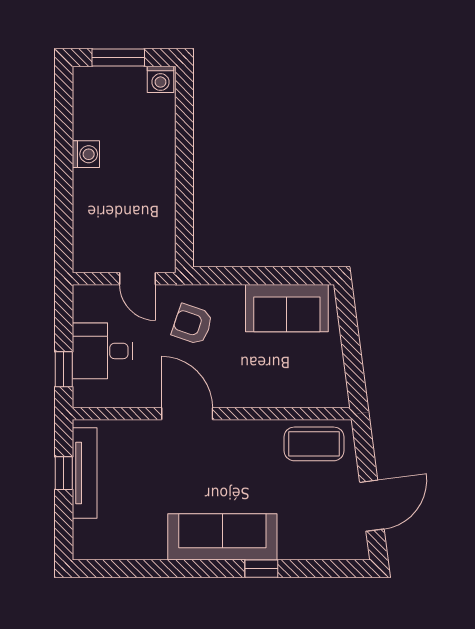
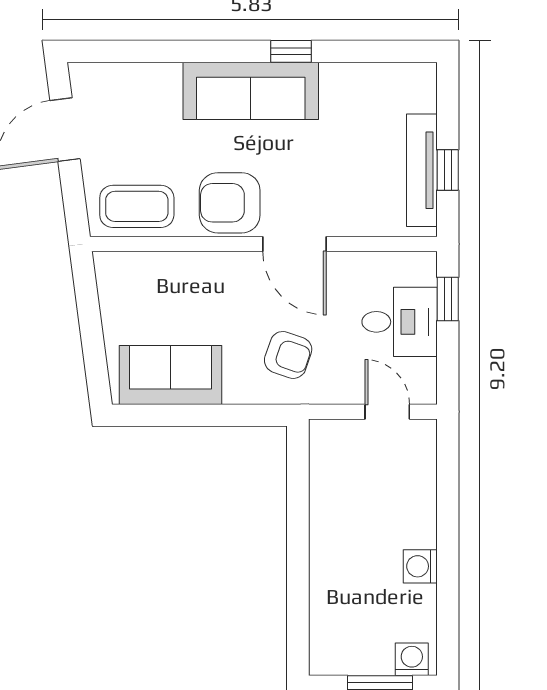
washing machine: (160, 79) -> (412, 659), moved
door: (138, 279) -> (387, 412), moved
armchair: (239, 447) -> (230, 203), added
window: (261, 569) -> (291, 51), moved

